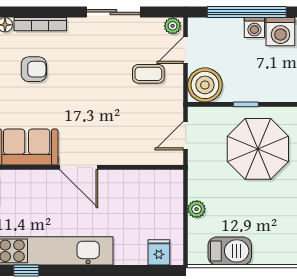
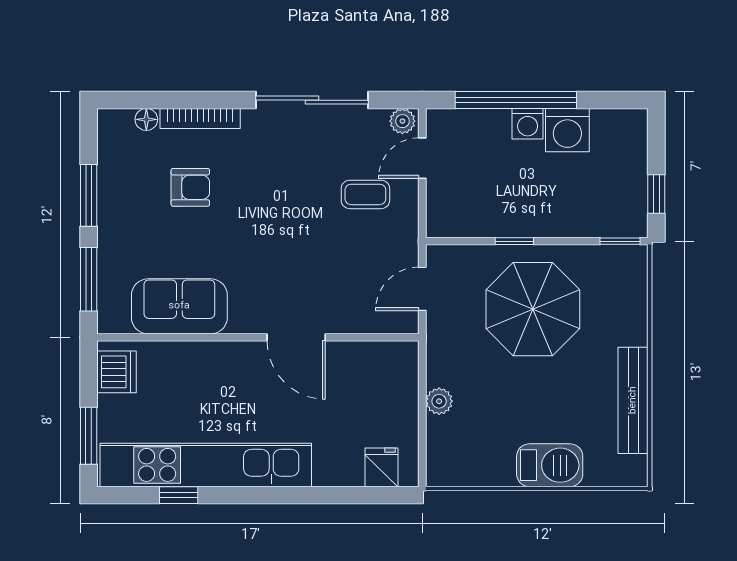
sliding door: (113, 12) -> (312, 100), width x1.37
boiler: (205, 85) -> (452, 211), removed
door: (79, 167) -> (296, 337), moved
barbecue: (230, 251) -> (550, 465), moved

